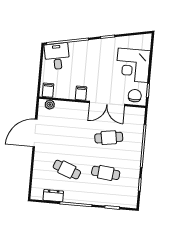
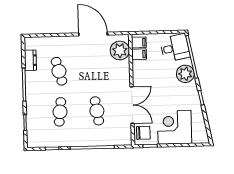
plant: (83, 49) -> (185, 74), added
filing cabinet: (81, 93) -> (139, 54), moved
double door: (107, 103) -> (132, 105), swing flipped
plant: (50, 105) -> (120, 50), width x1.87, depth x1.87
cafe table: (67, 170) -> (59, 71), turned -36

